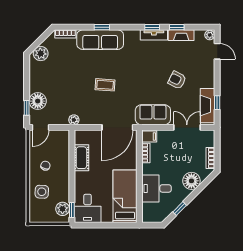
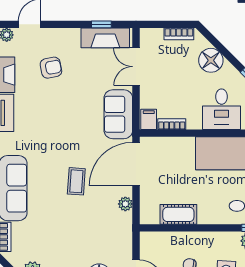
armchair: (177, 80) -> (51, 68), moved, turned -128
plant: (74, 120) -> (125, 204), moved
door: (117, 127) -> (136, 164), swing flipped

